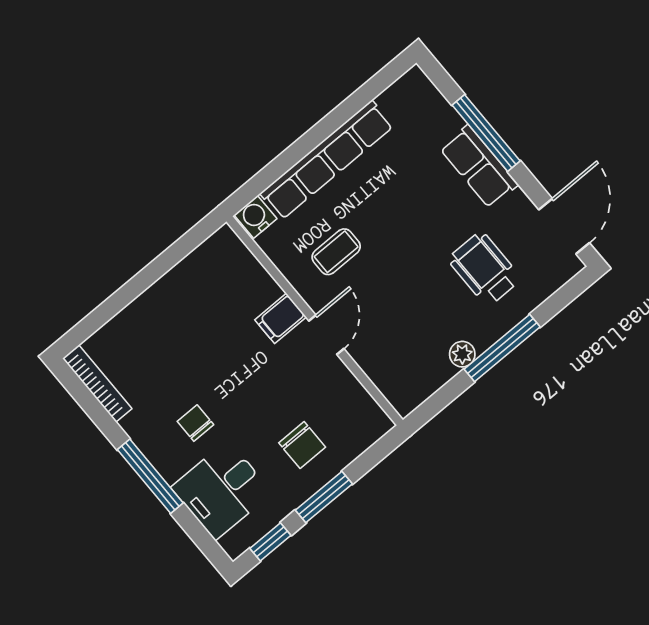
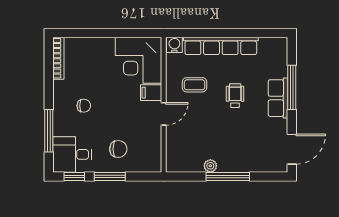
wheelchair: (484, 269) -> (235, 96), moved, width x0.73, depth x0.73
corner desk: (221, 285) -> (139, 60), added
chair: (195, 423) -> (84, 106), turned 90
chair: (302, 445) -> (118, 149), turned -90
window: (150, 476) -> (49, 131), moved
desk: (222, 490) -> (72, 154), moved

